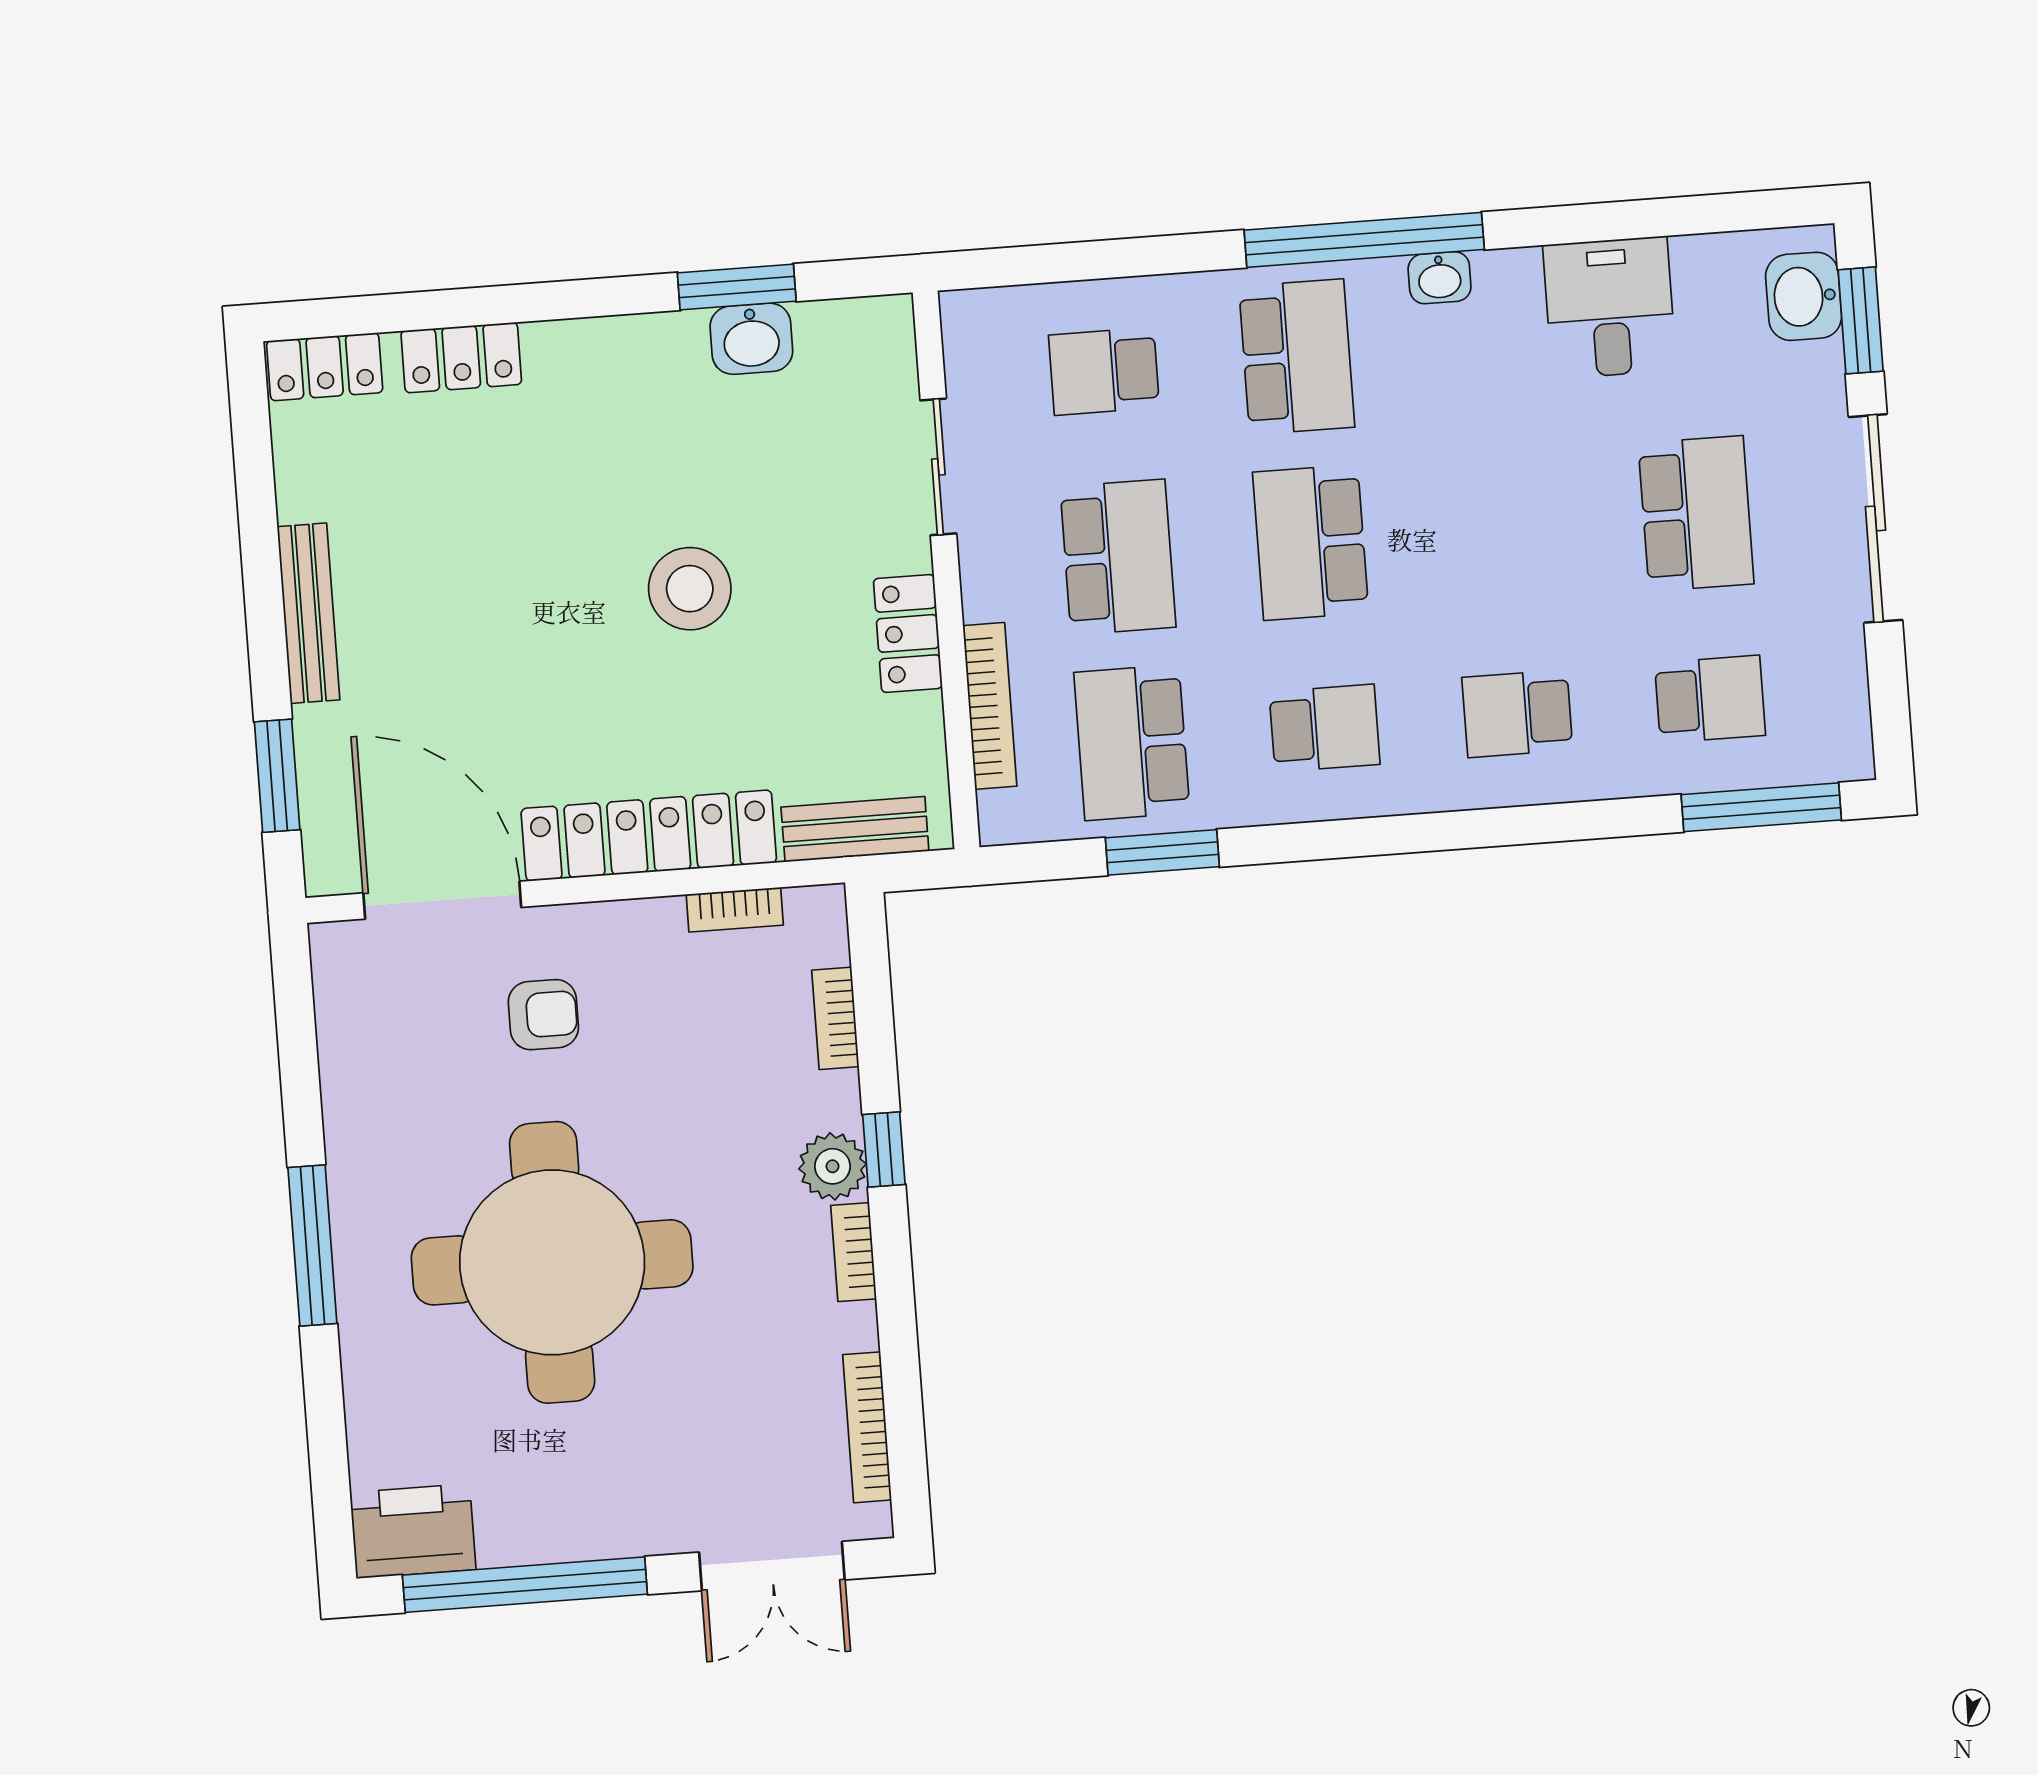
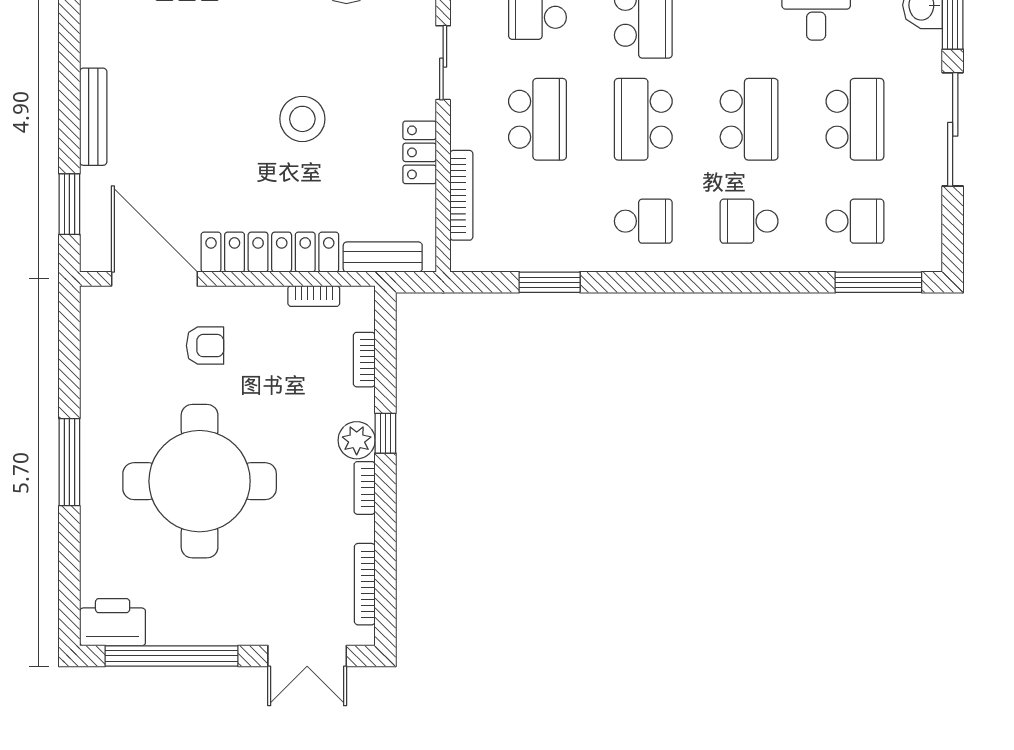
school desk: (1132, 743) -> (749, 119), moved, turned 180

